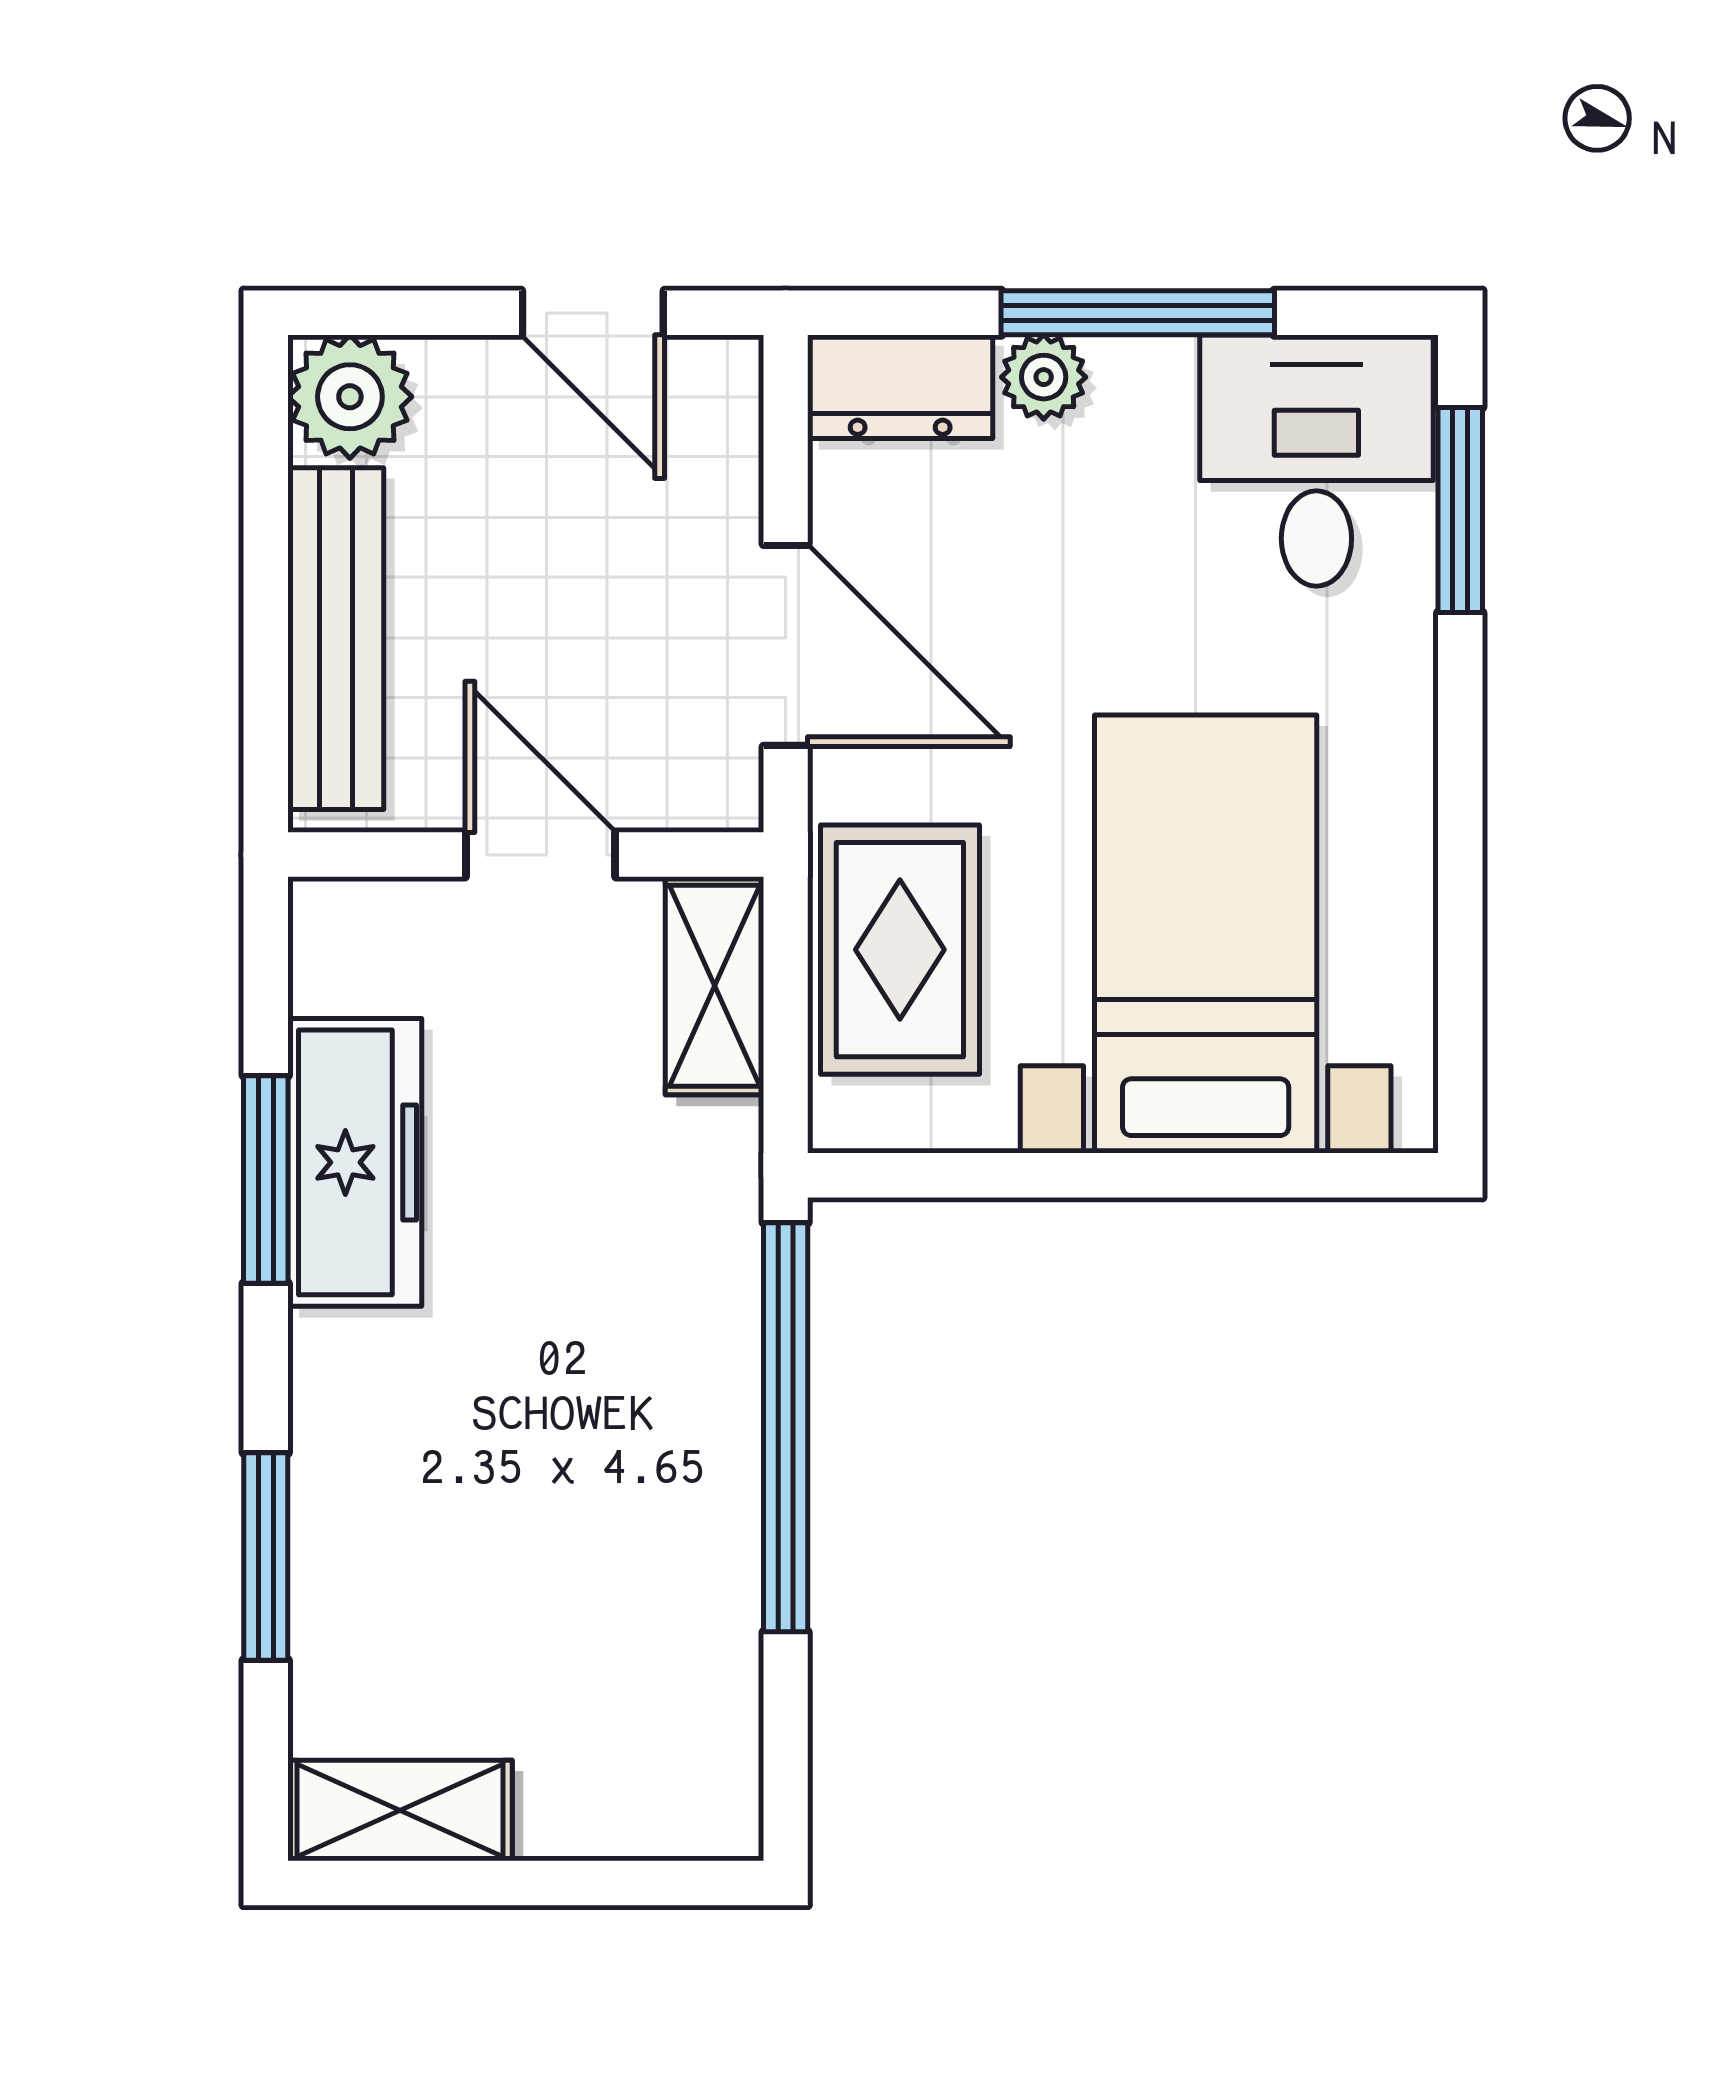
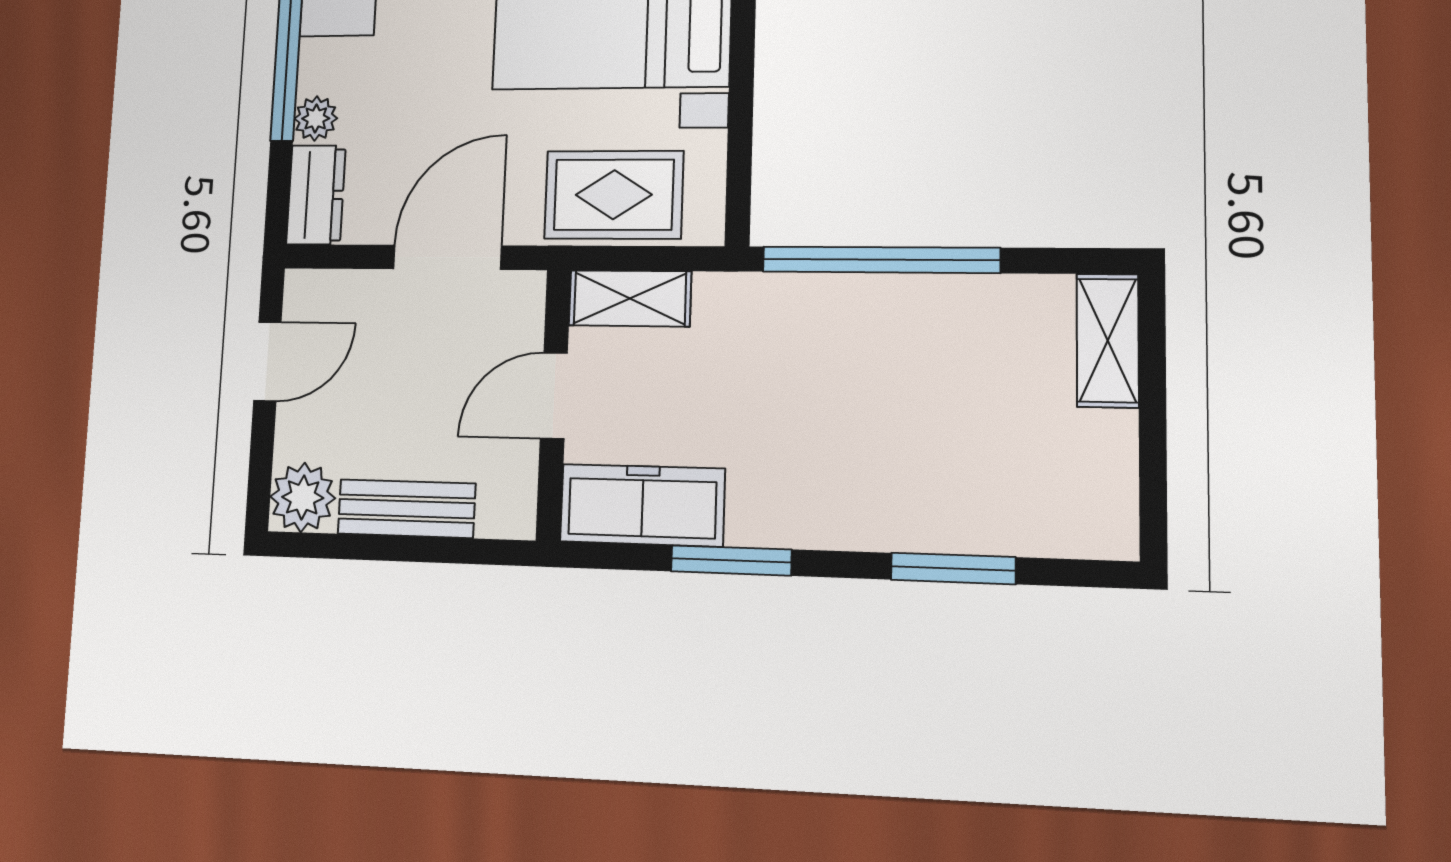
bench: (336, 639) -> (406, 509), width x0.73
freezer: (355, 1162) -> (642, 505), moved
shelving: (400, 1811) -> (1108, 340), moved

